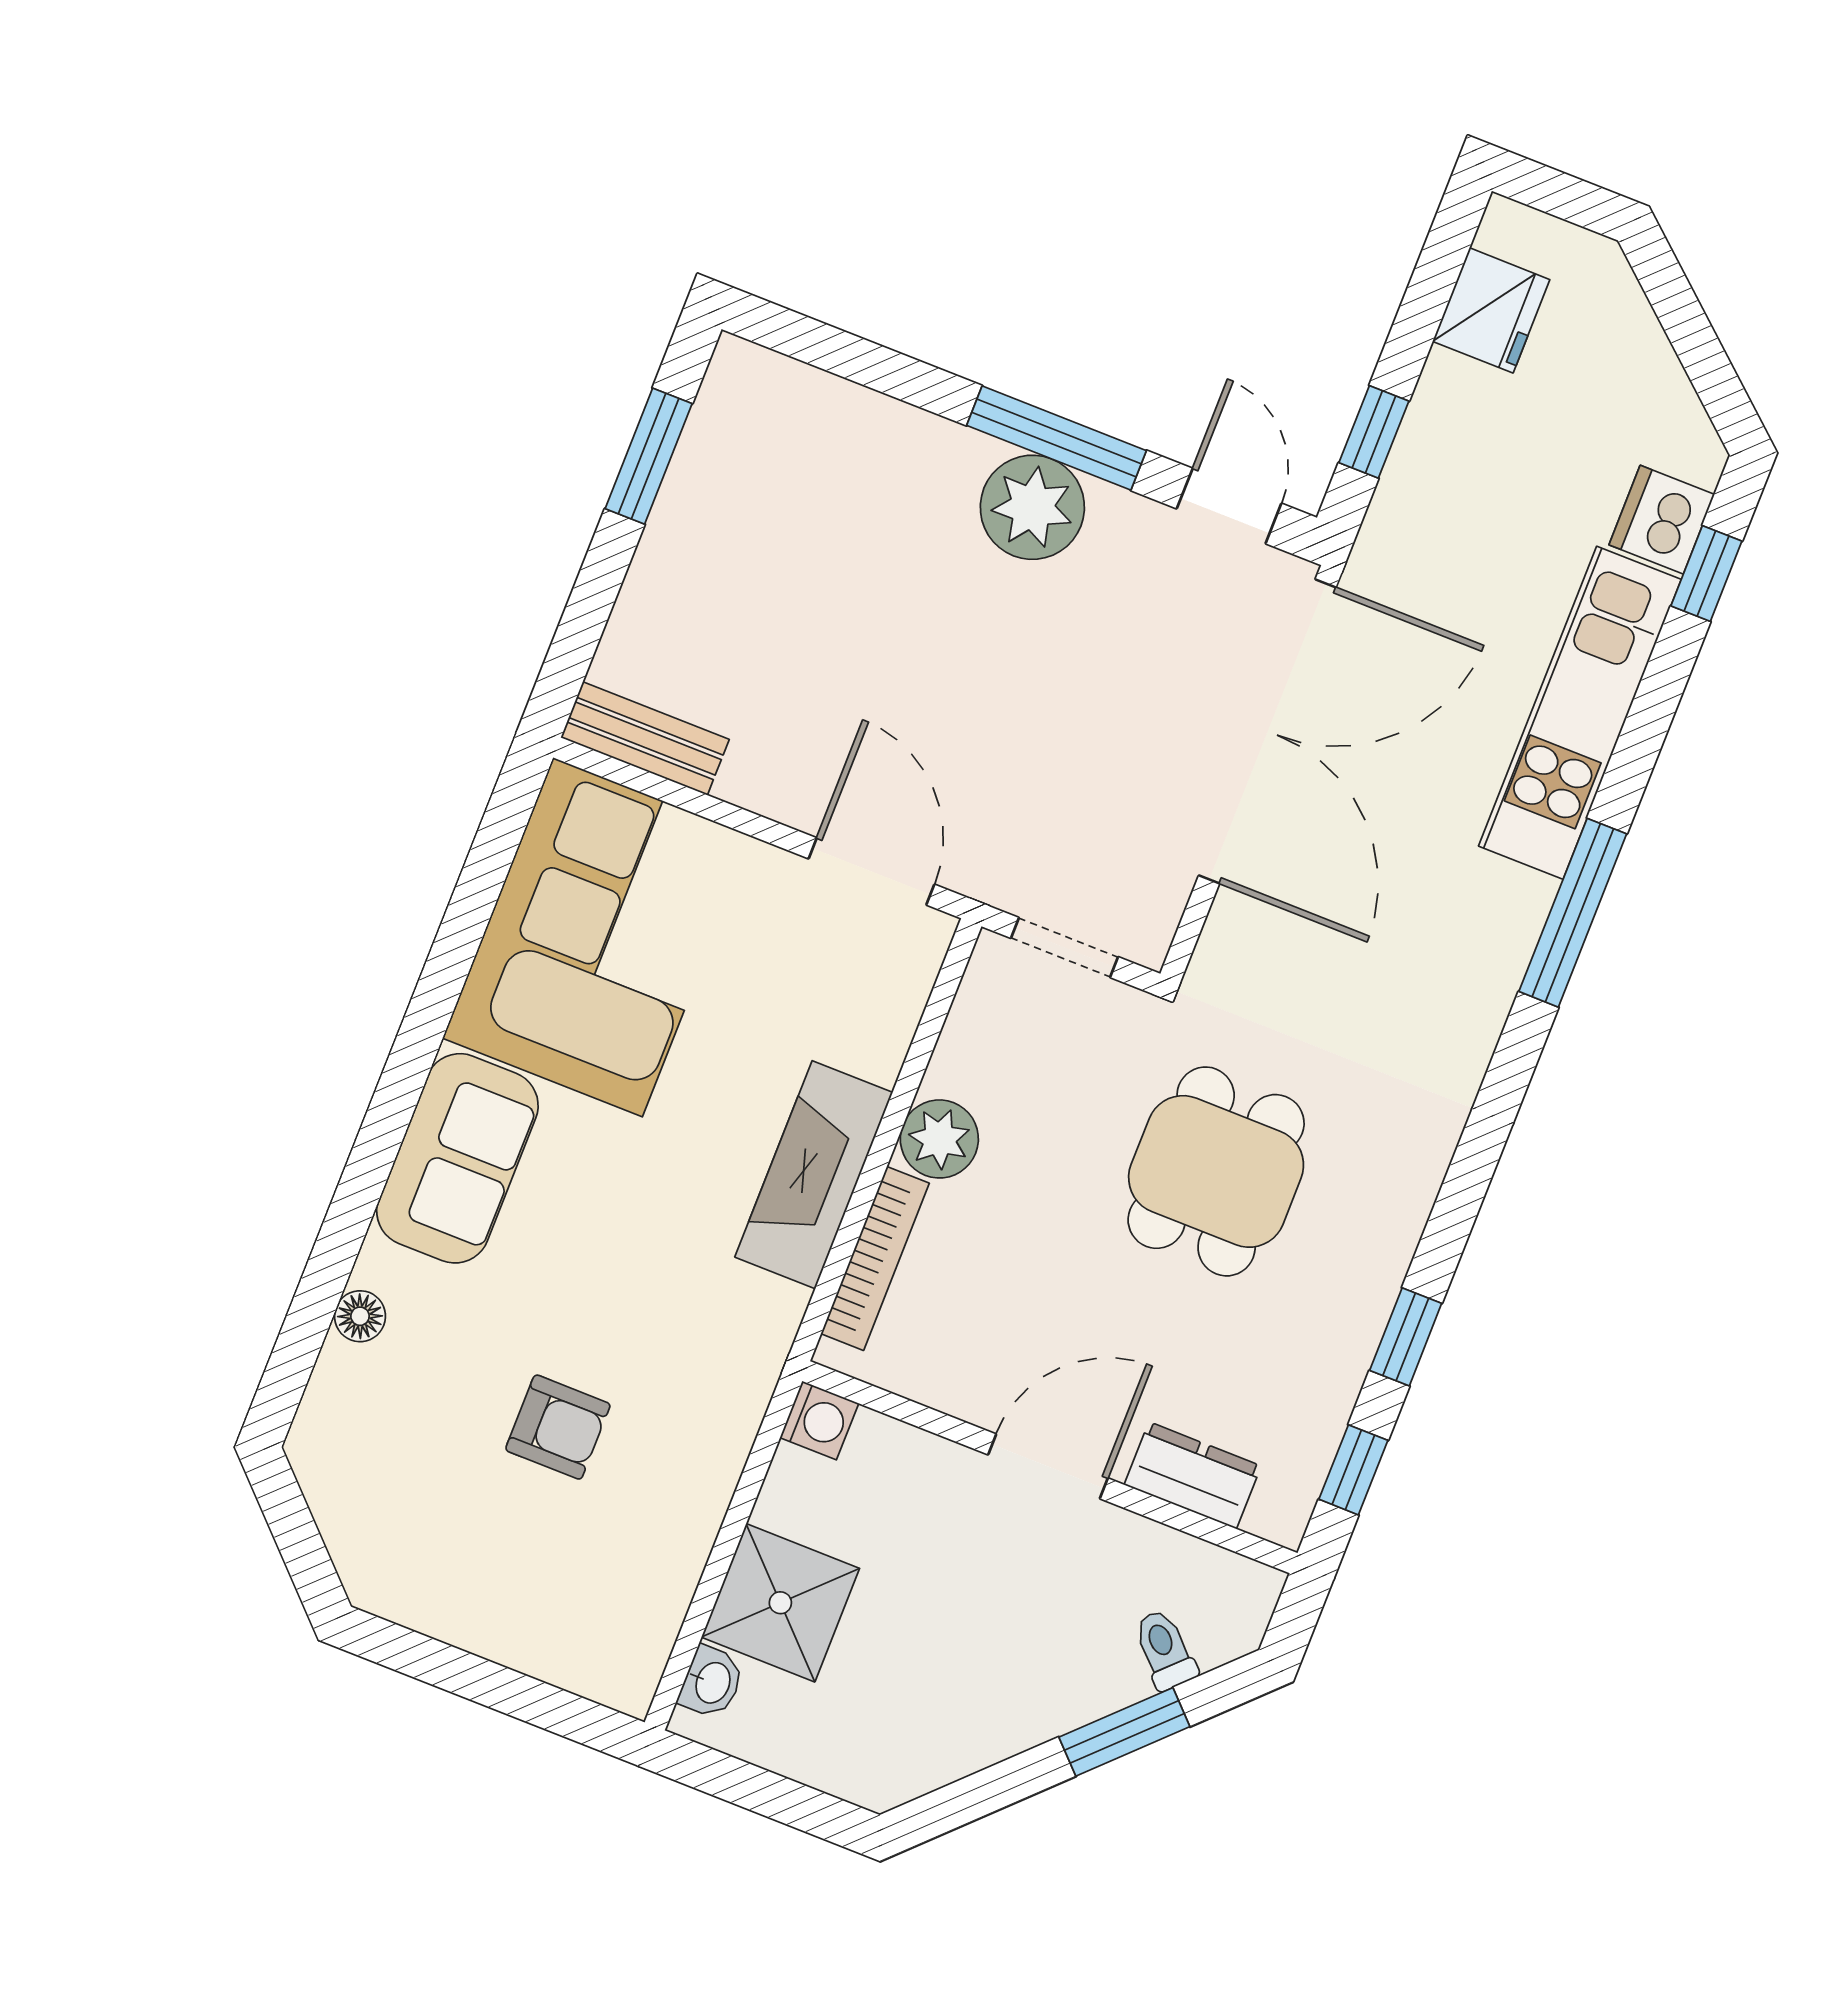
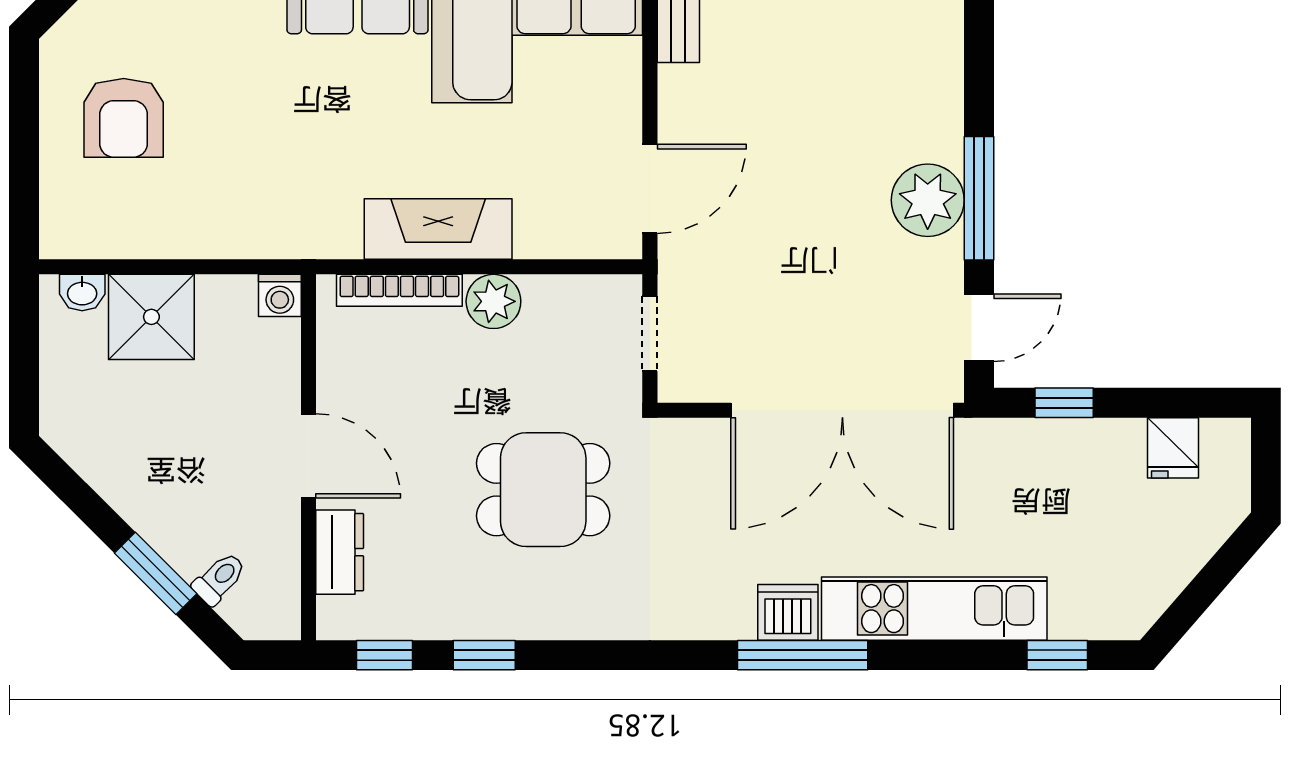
fridge: (1491, 310) -> (1173, 448), width x0.72
dishwasher: (1662, 520) -> (788, 612), moved
armchair: (558, 1427) -> (124, 118), moved, width x1.38, depth x1.38

